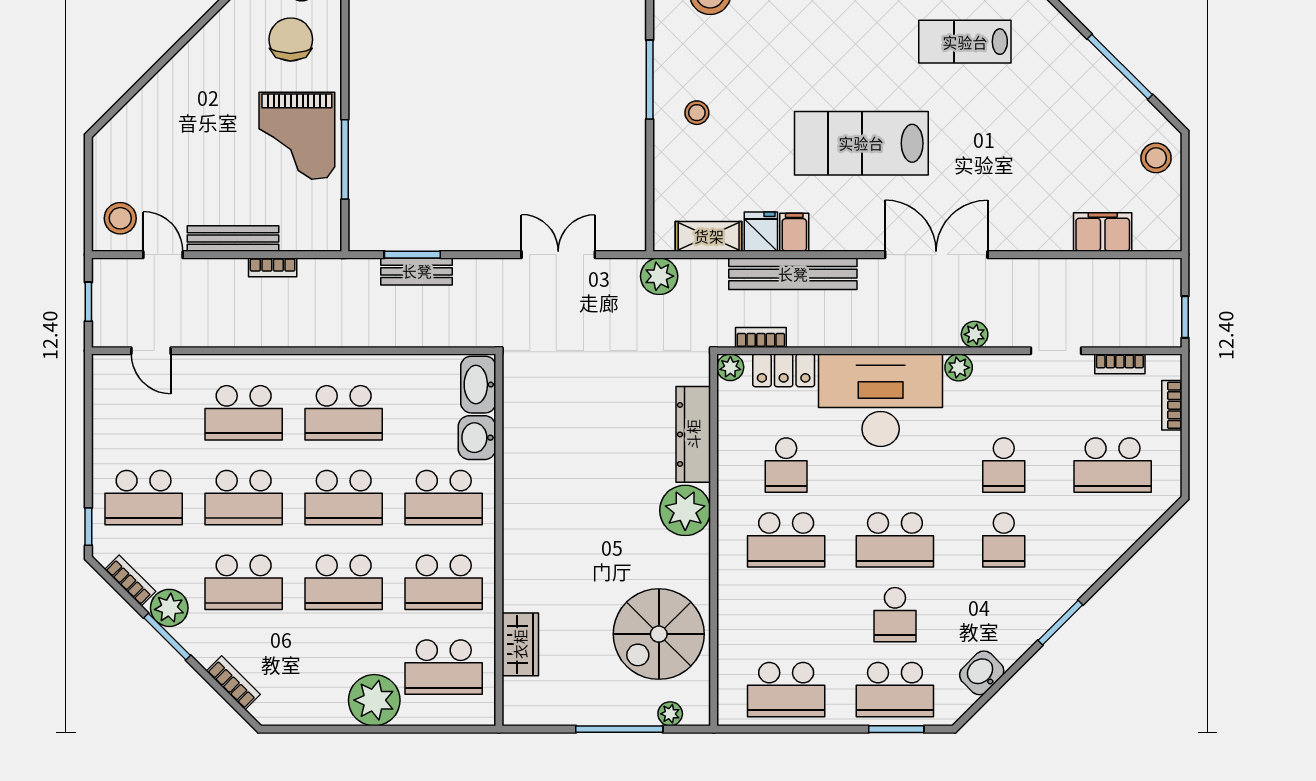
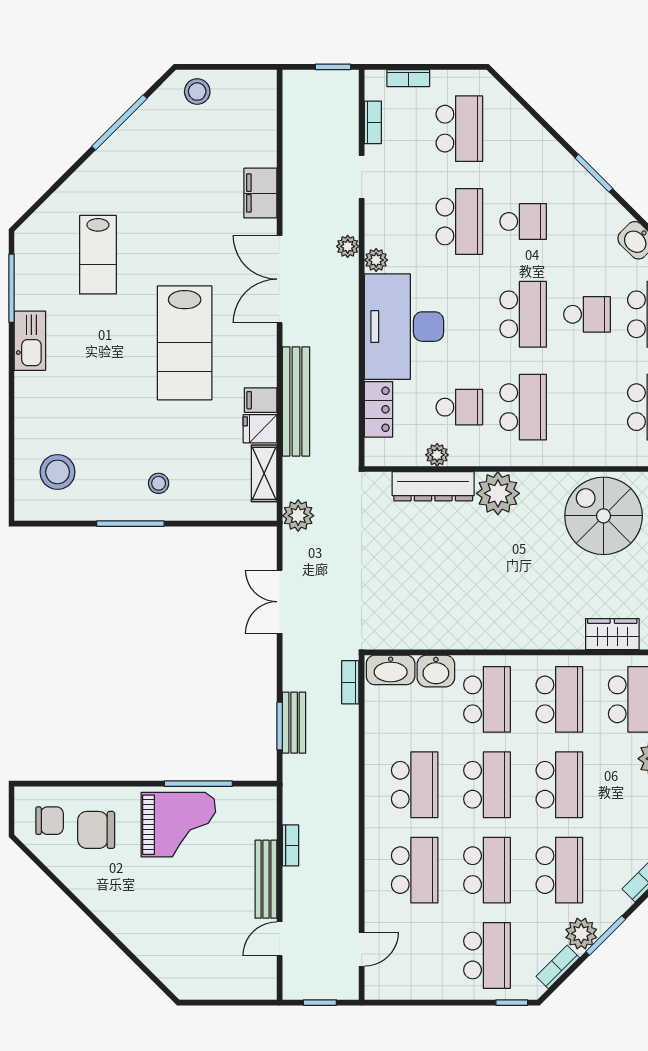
stool: (120, 218) -> (249, 975), removed
filing cabinet: (1103, 232) -> (260, 193), moved
bookcase: (761, 337) -> (350, 682), moved
plant: (730, 367) -> (437, 455), moved
school desk: (1004, 465) -> (459, 221), width x1.85
spiral stairs: (659, 634) -> (604, 516), turned 180

